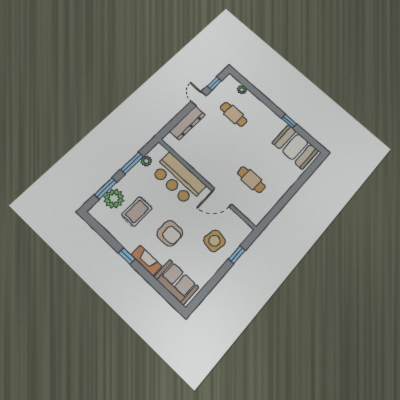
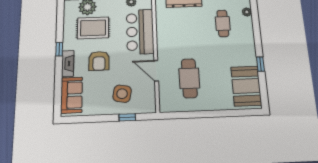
cafe table: (251, 180) -> (189, 78), width x1.37, depth x1.35
rug: (137, 211) -> (93, 28), width x1.36, depth x1.43

